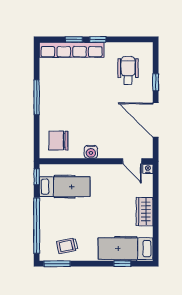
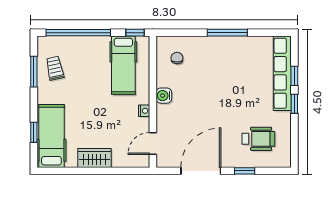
chair: (58, 141) -> (177, 58), width x0.54, depth x0.54
nightstand: (148, 169) -> (144, 111), moved
window: (57, 264) -> (34, 72), moved

